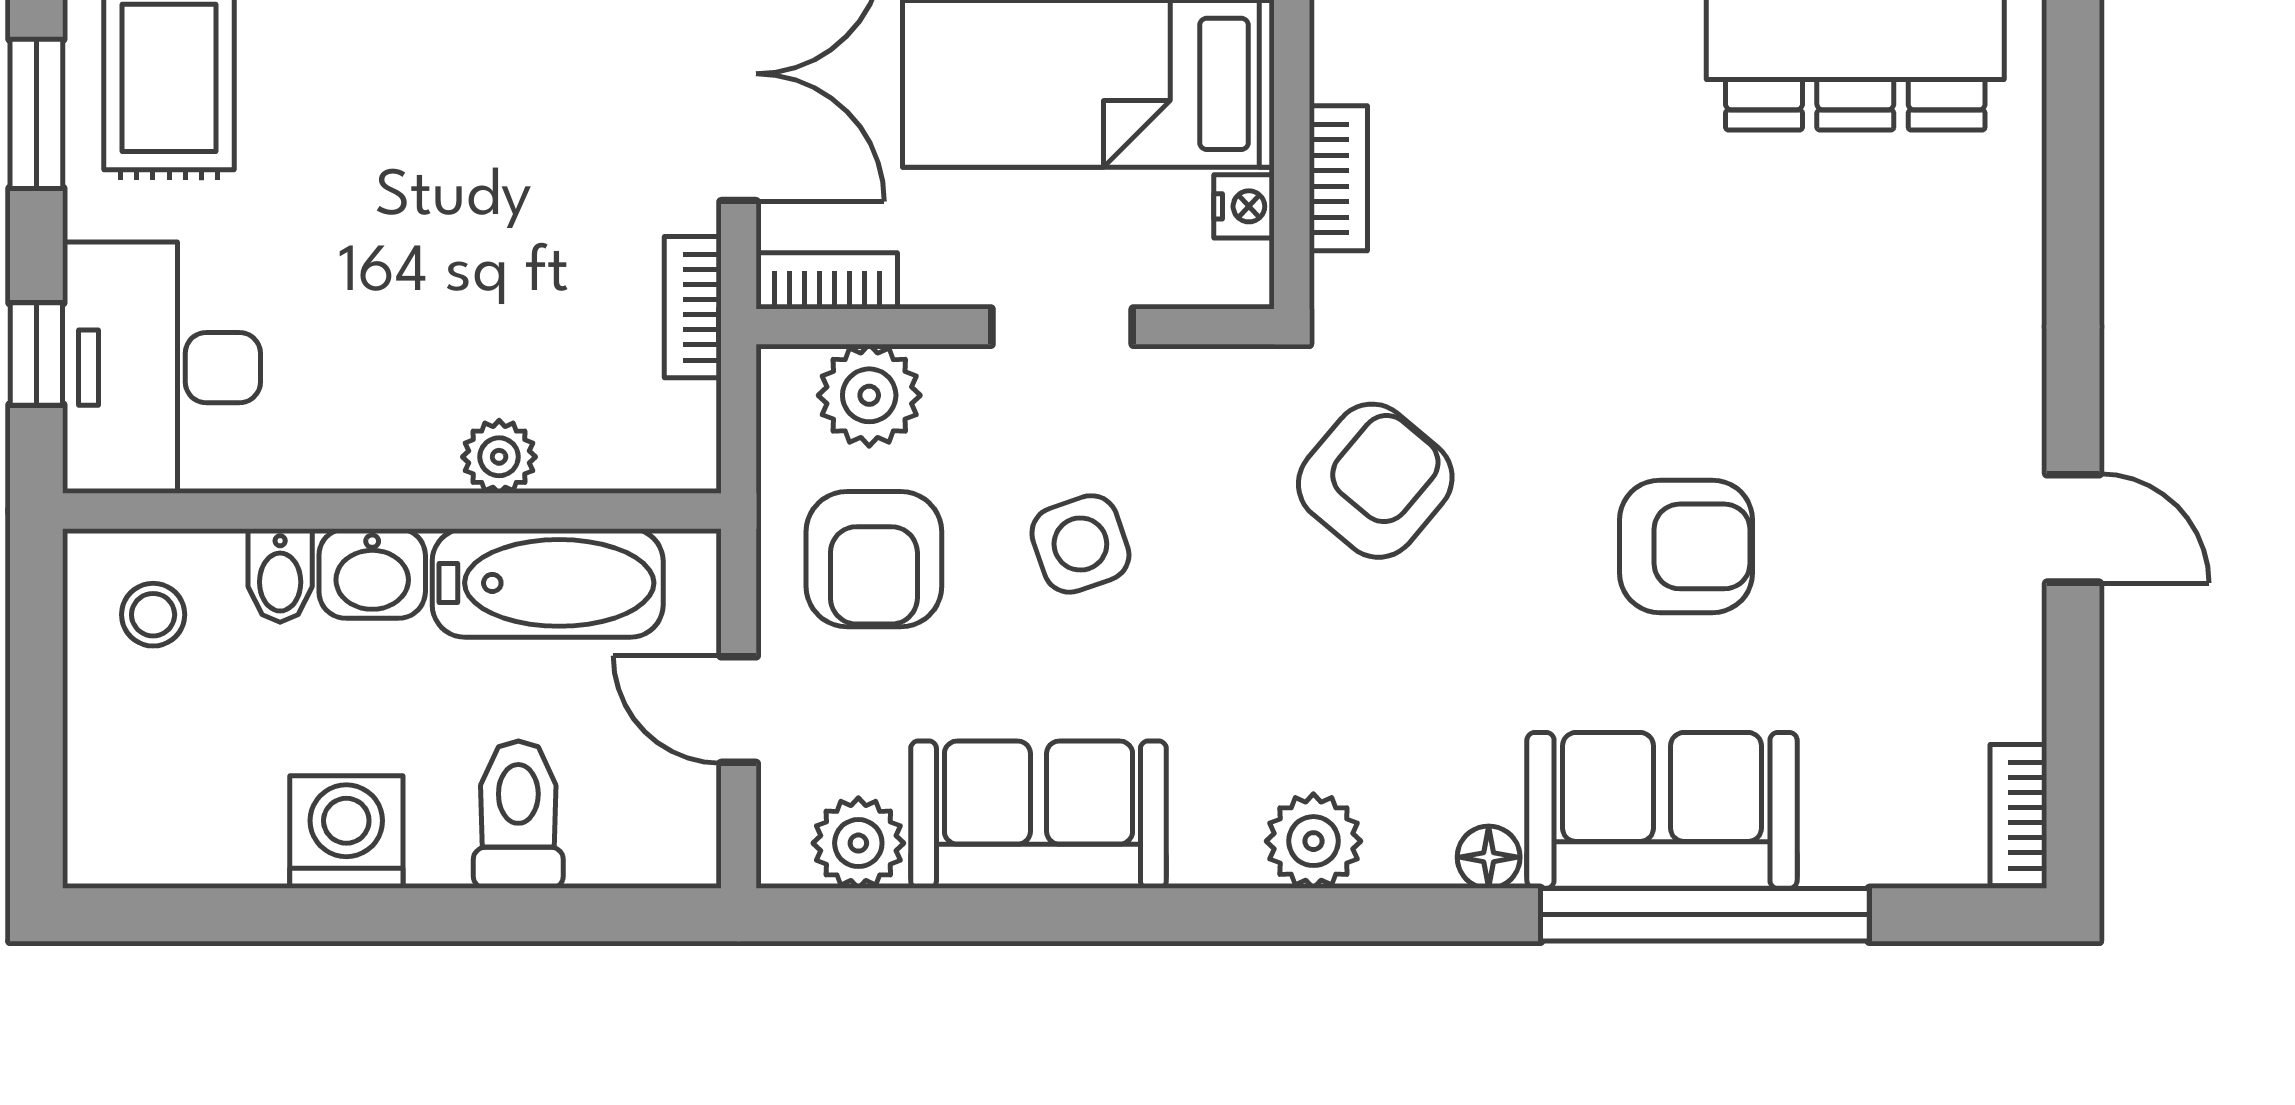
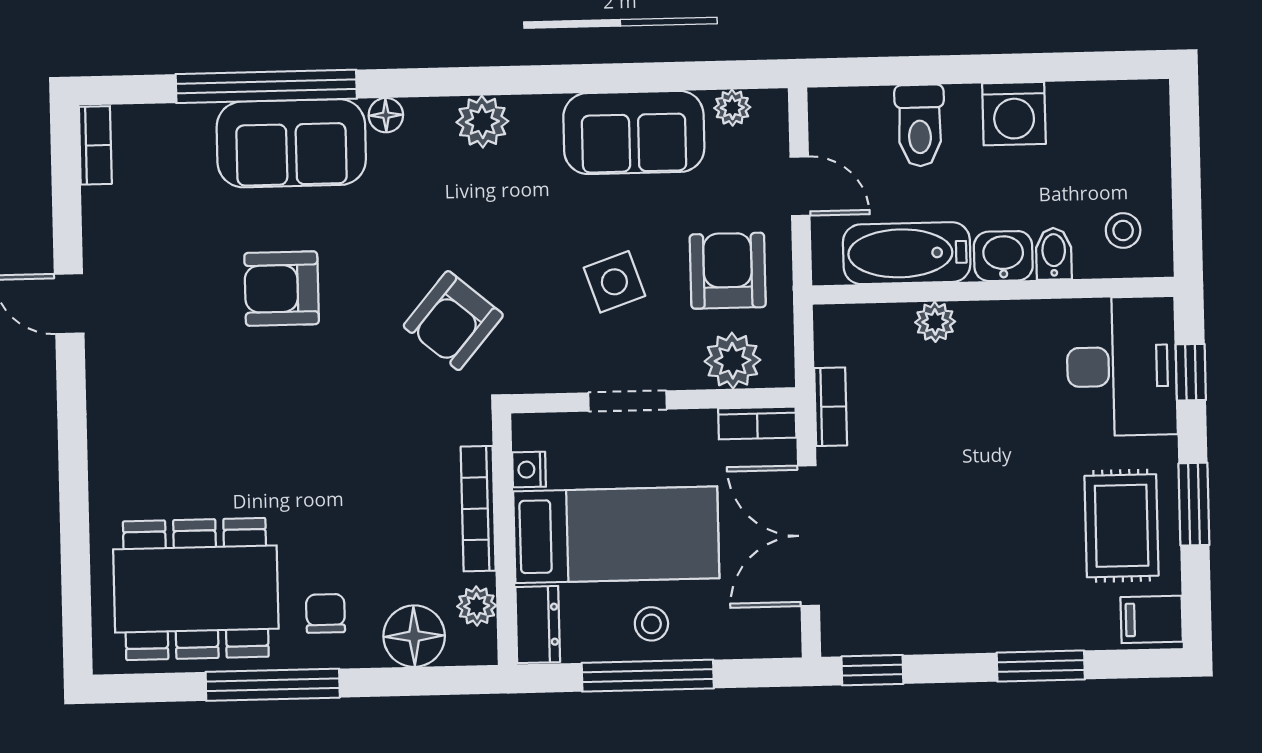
bookcase: (1338, 178) -> (478, 509), width x1.56
plant: (858, 843) -> (732, 108), width x0.73, depth x0.73

